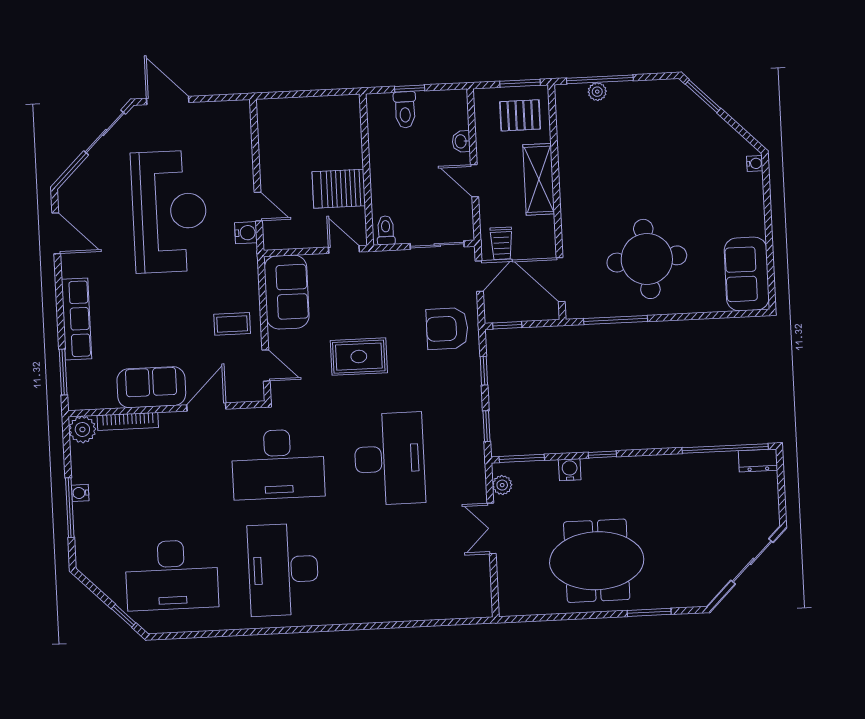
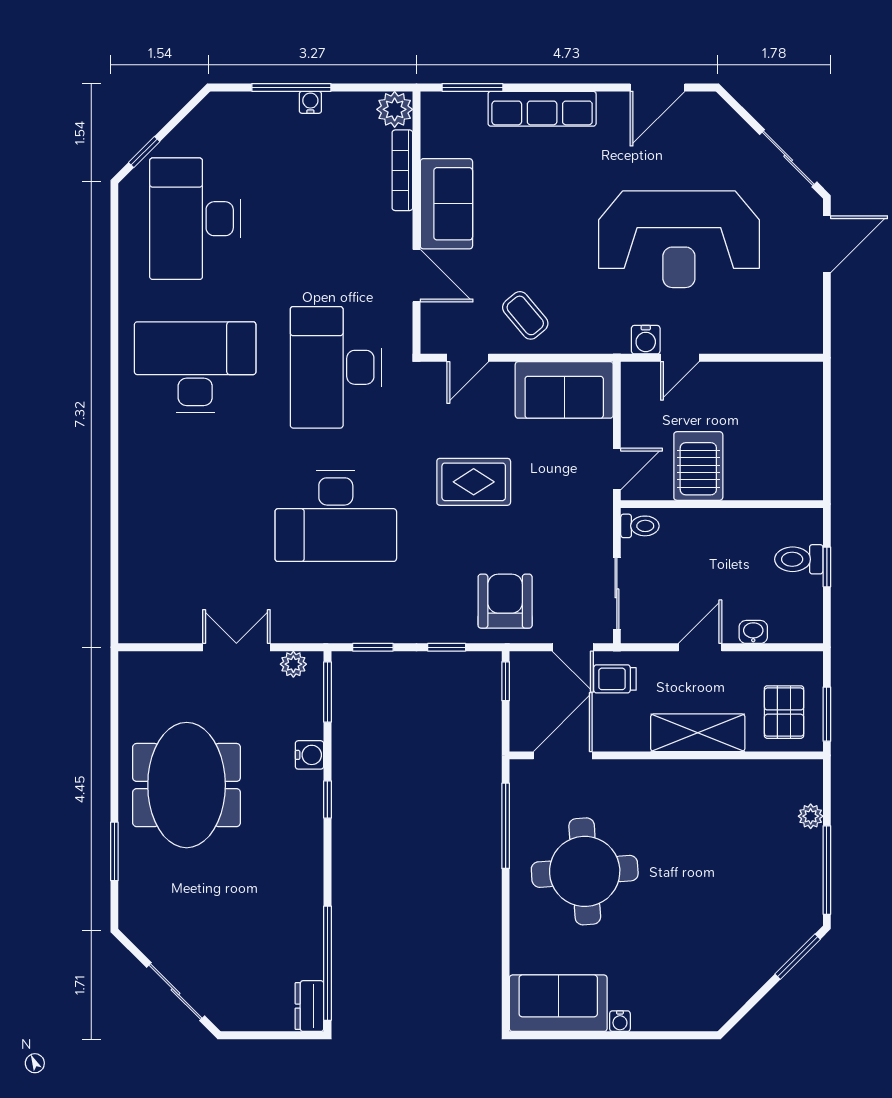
window: (600, 79) -> (827, 870), moved
water cooler: (755, 163) -> (620, 1021), moved
coffee table: (232, 324) -> (525, 315), turned -40
rug: (359, 357) -> (474, 482), turned 90

